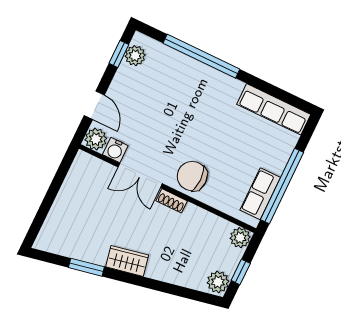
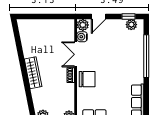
chair: (192, 176) -> (87, 79), turned 90
wardrobe: (127, 261) -> (33, 73), width x1.50
window: (86, 267) -> (20, 50), removed

